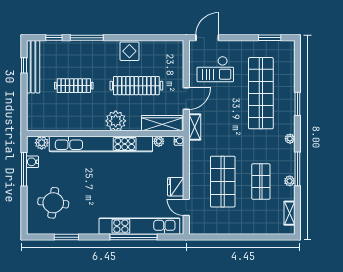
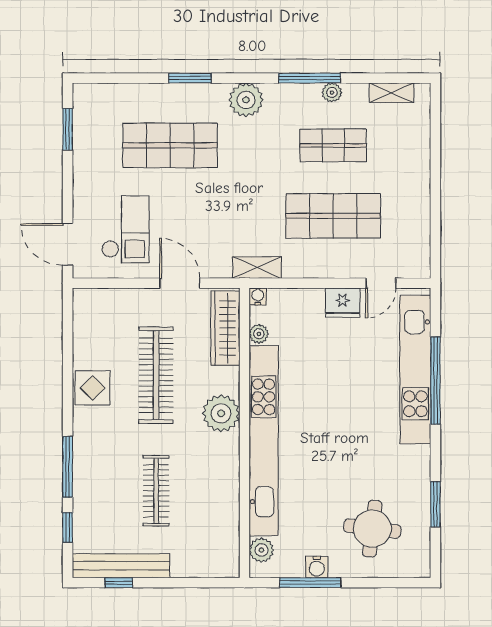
shop shelf: (261, 93) -> (170, 145), width x0.71
shelving: (195, 127) -> (257, 268), moved
plant: (290, 139) -> (246, 100), width x1.88, depth x1.88
water cooler: (32, 162) -> (317, 567), moved

